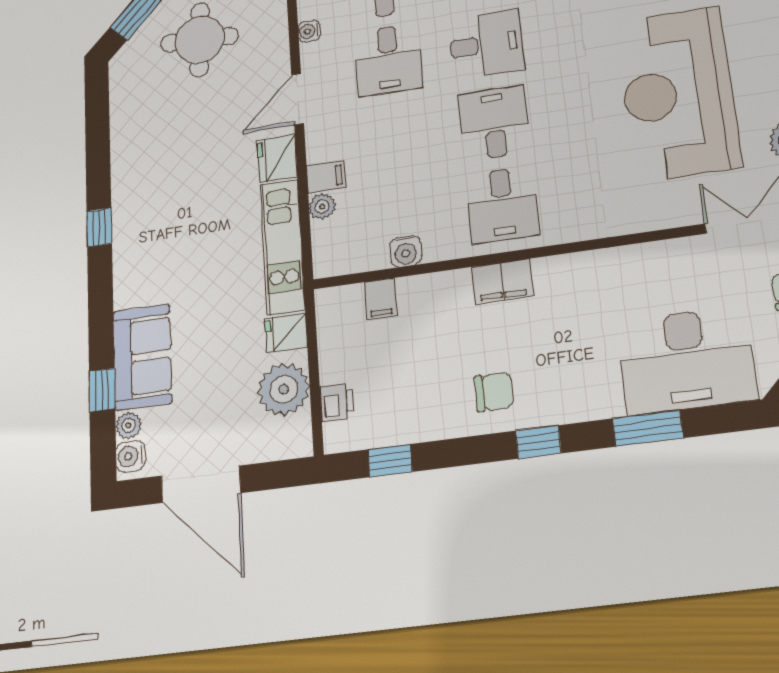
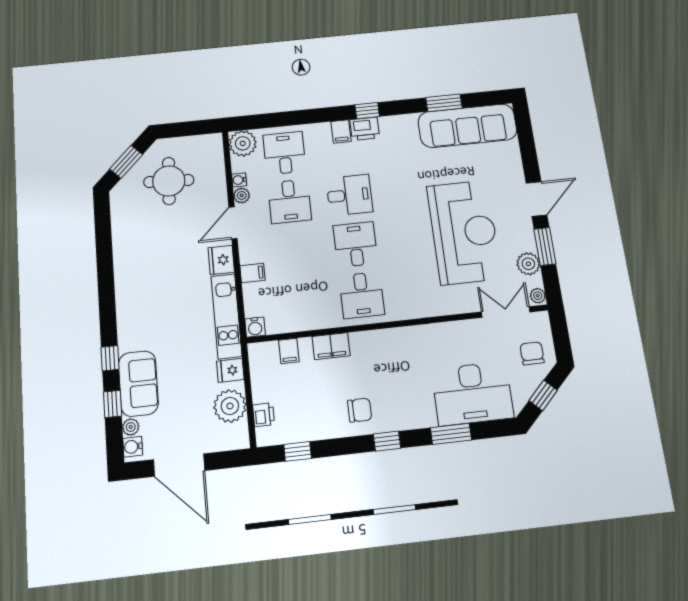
reception desk: (678, 93) -> (464, 232), turned 180
plant: (322, 207) -> (242, 195), moved
window: (99, 227) -> (110, 358), moved
water cooler: (406, 251) -> (255, 327), moved
filing cabinet: (502, 282) -> (331, 346), moved

